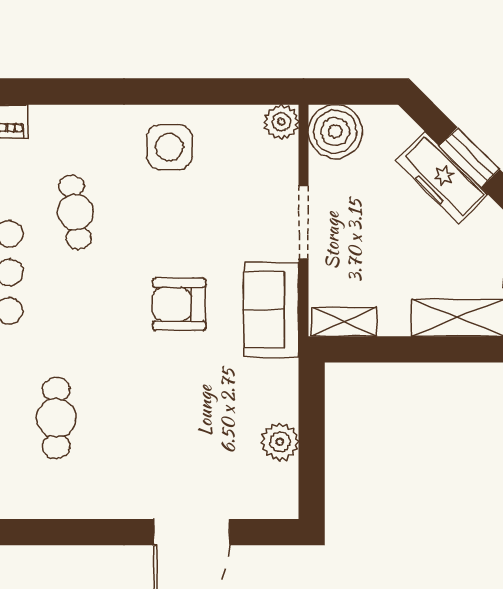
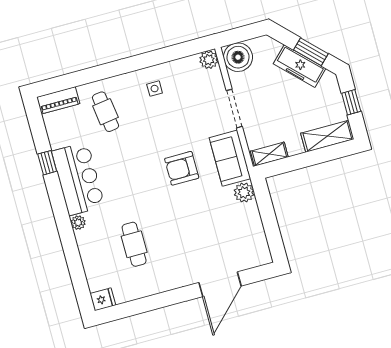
side table: (169, 147) -> (155, 89), width x0.54, depth x0.54
cafe table: (75, 212) -> (105, 112), moved
plant: (280, 442) -> (244, 192), moved

